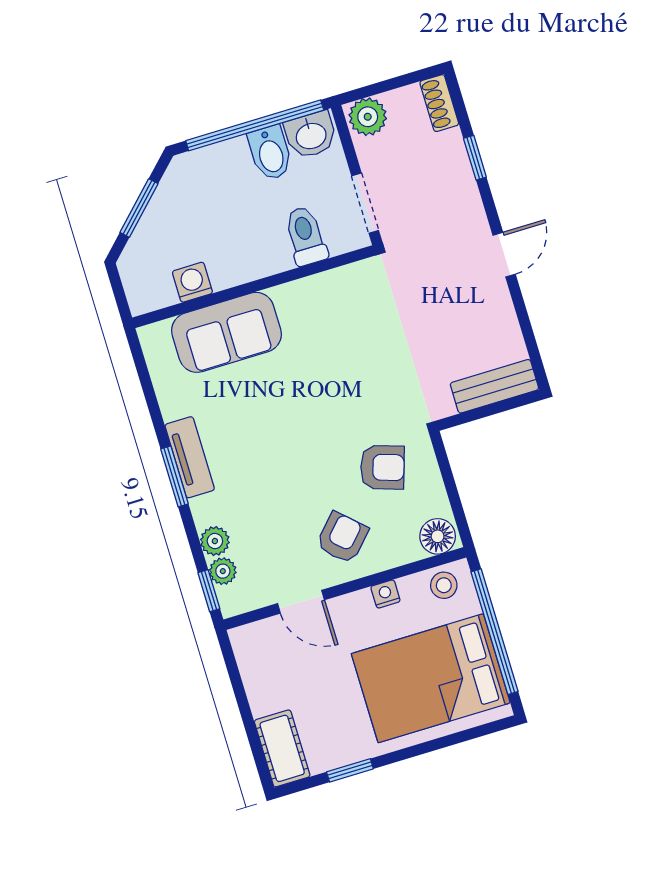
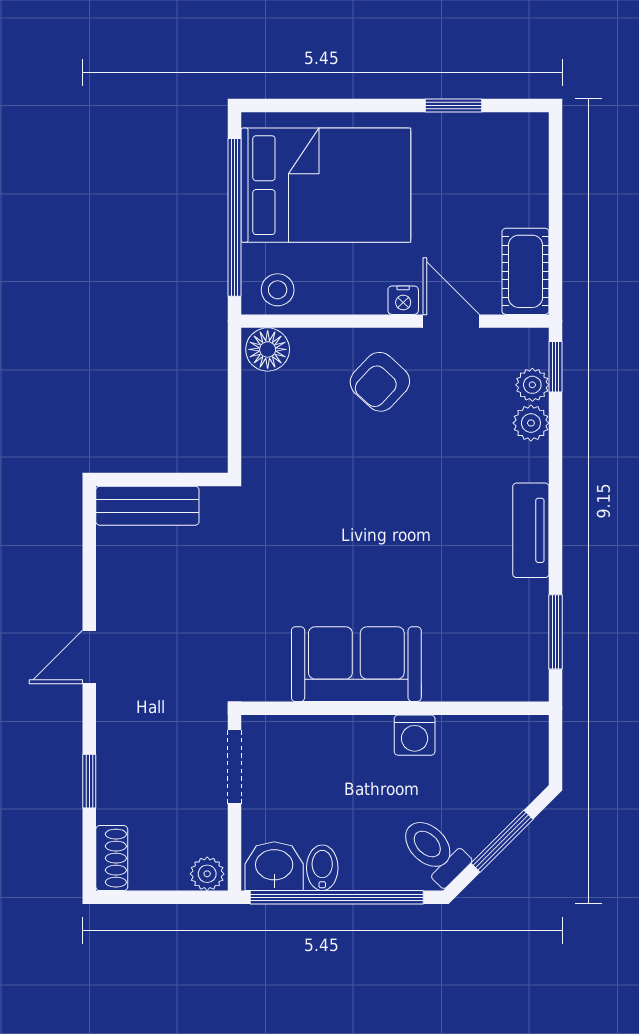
plant: (368, 117) -> (207, 874), width x0.73, depth x0.73
bidet: (270, 153) -> (322, 868), width x0.72, depth x0.74
toilet: (306, 236) -> (434, 851), moved, turned 135
washing machine: (192, 282) -> (415, 735), moved
sofa: (226, 332) -> (356, 664), moved
armchair: (382, 467) -> (308, 450), removed
window: (174, 476) -> (556, 632), moved
nightstand: (385, 594) -> (403, 300), moved
cot: (282, 748) -> (525, 271), moved

